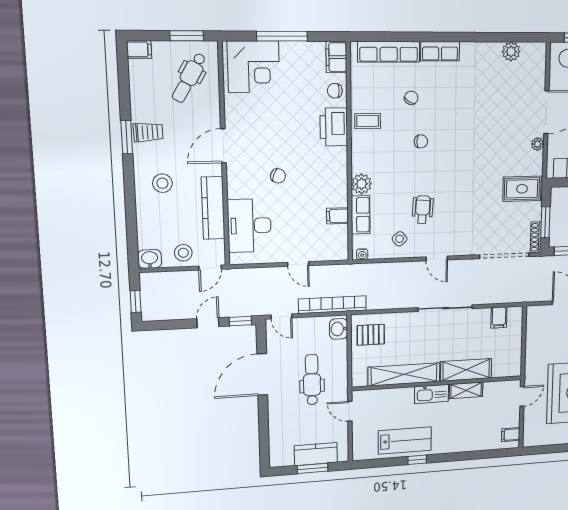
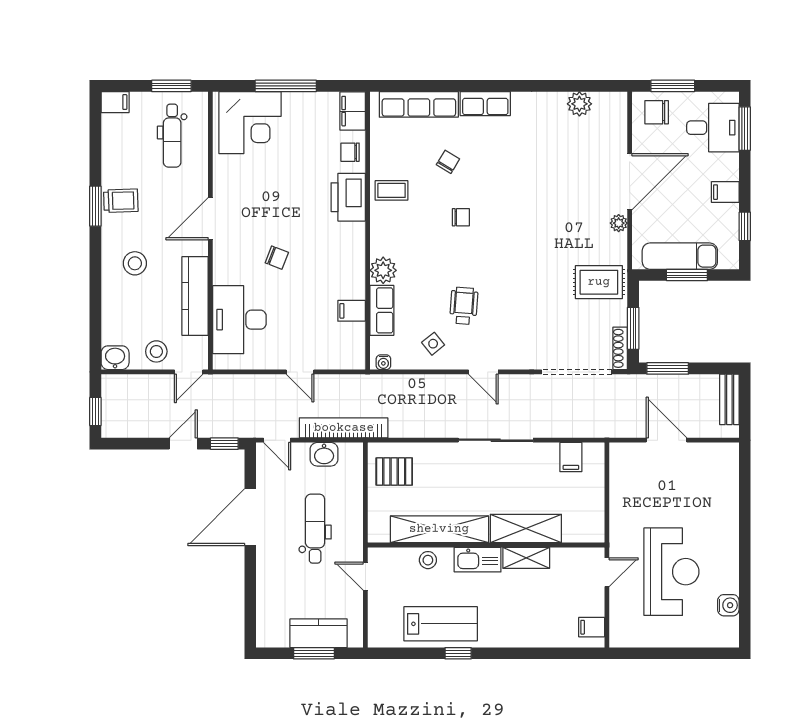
dental chair: (189, 78) -> (172, 136), turned -30
washbasin: (339, 329) -> (324, 454), moved, turned -90
stool: (396, 397) -> (428, 560), added

